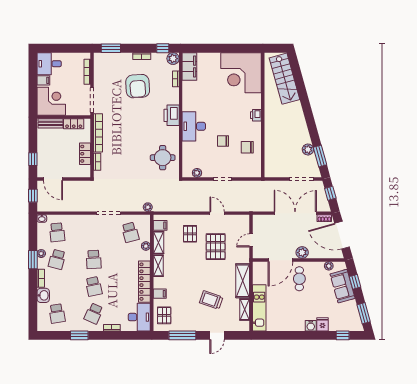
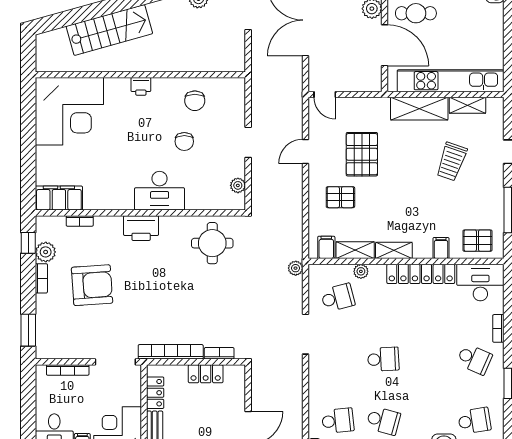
plant: (173, 59) -> (46, 252), moved
stairs: (284, 79) -> (109, 30), moved
door: (251, 240) -> (325, 94), moved
pallet: (216, 247) -> (362, 154), turned 90
school desk: (94, 286) -> (429, 359), removed
kitchen unit: (259, 308) -> (451, 81), width x1.36

